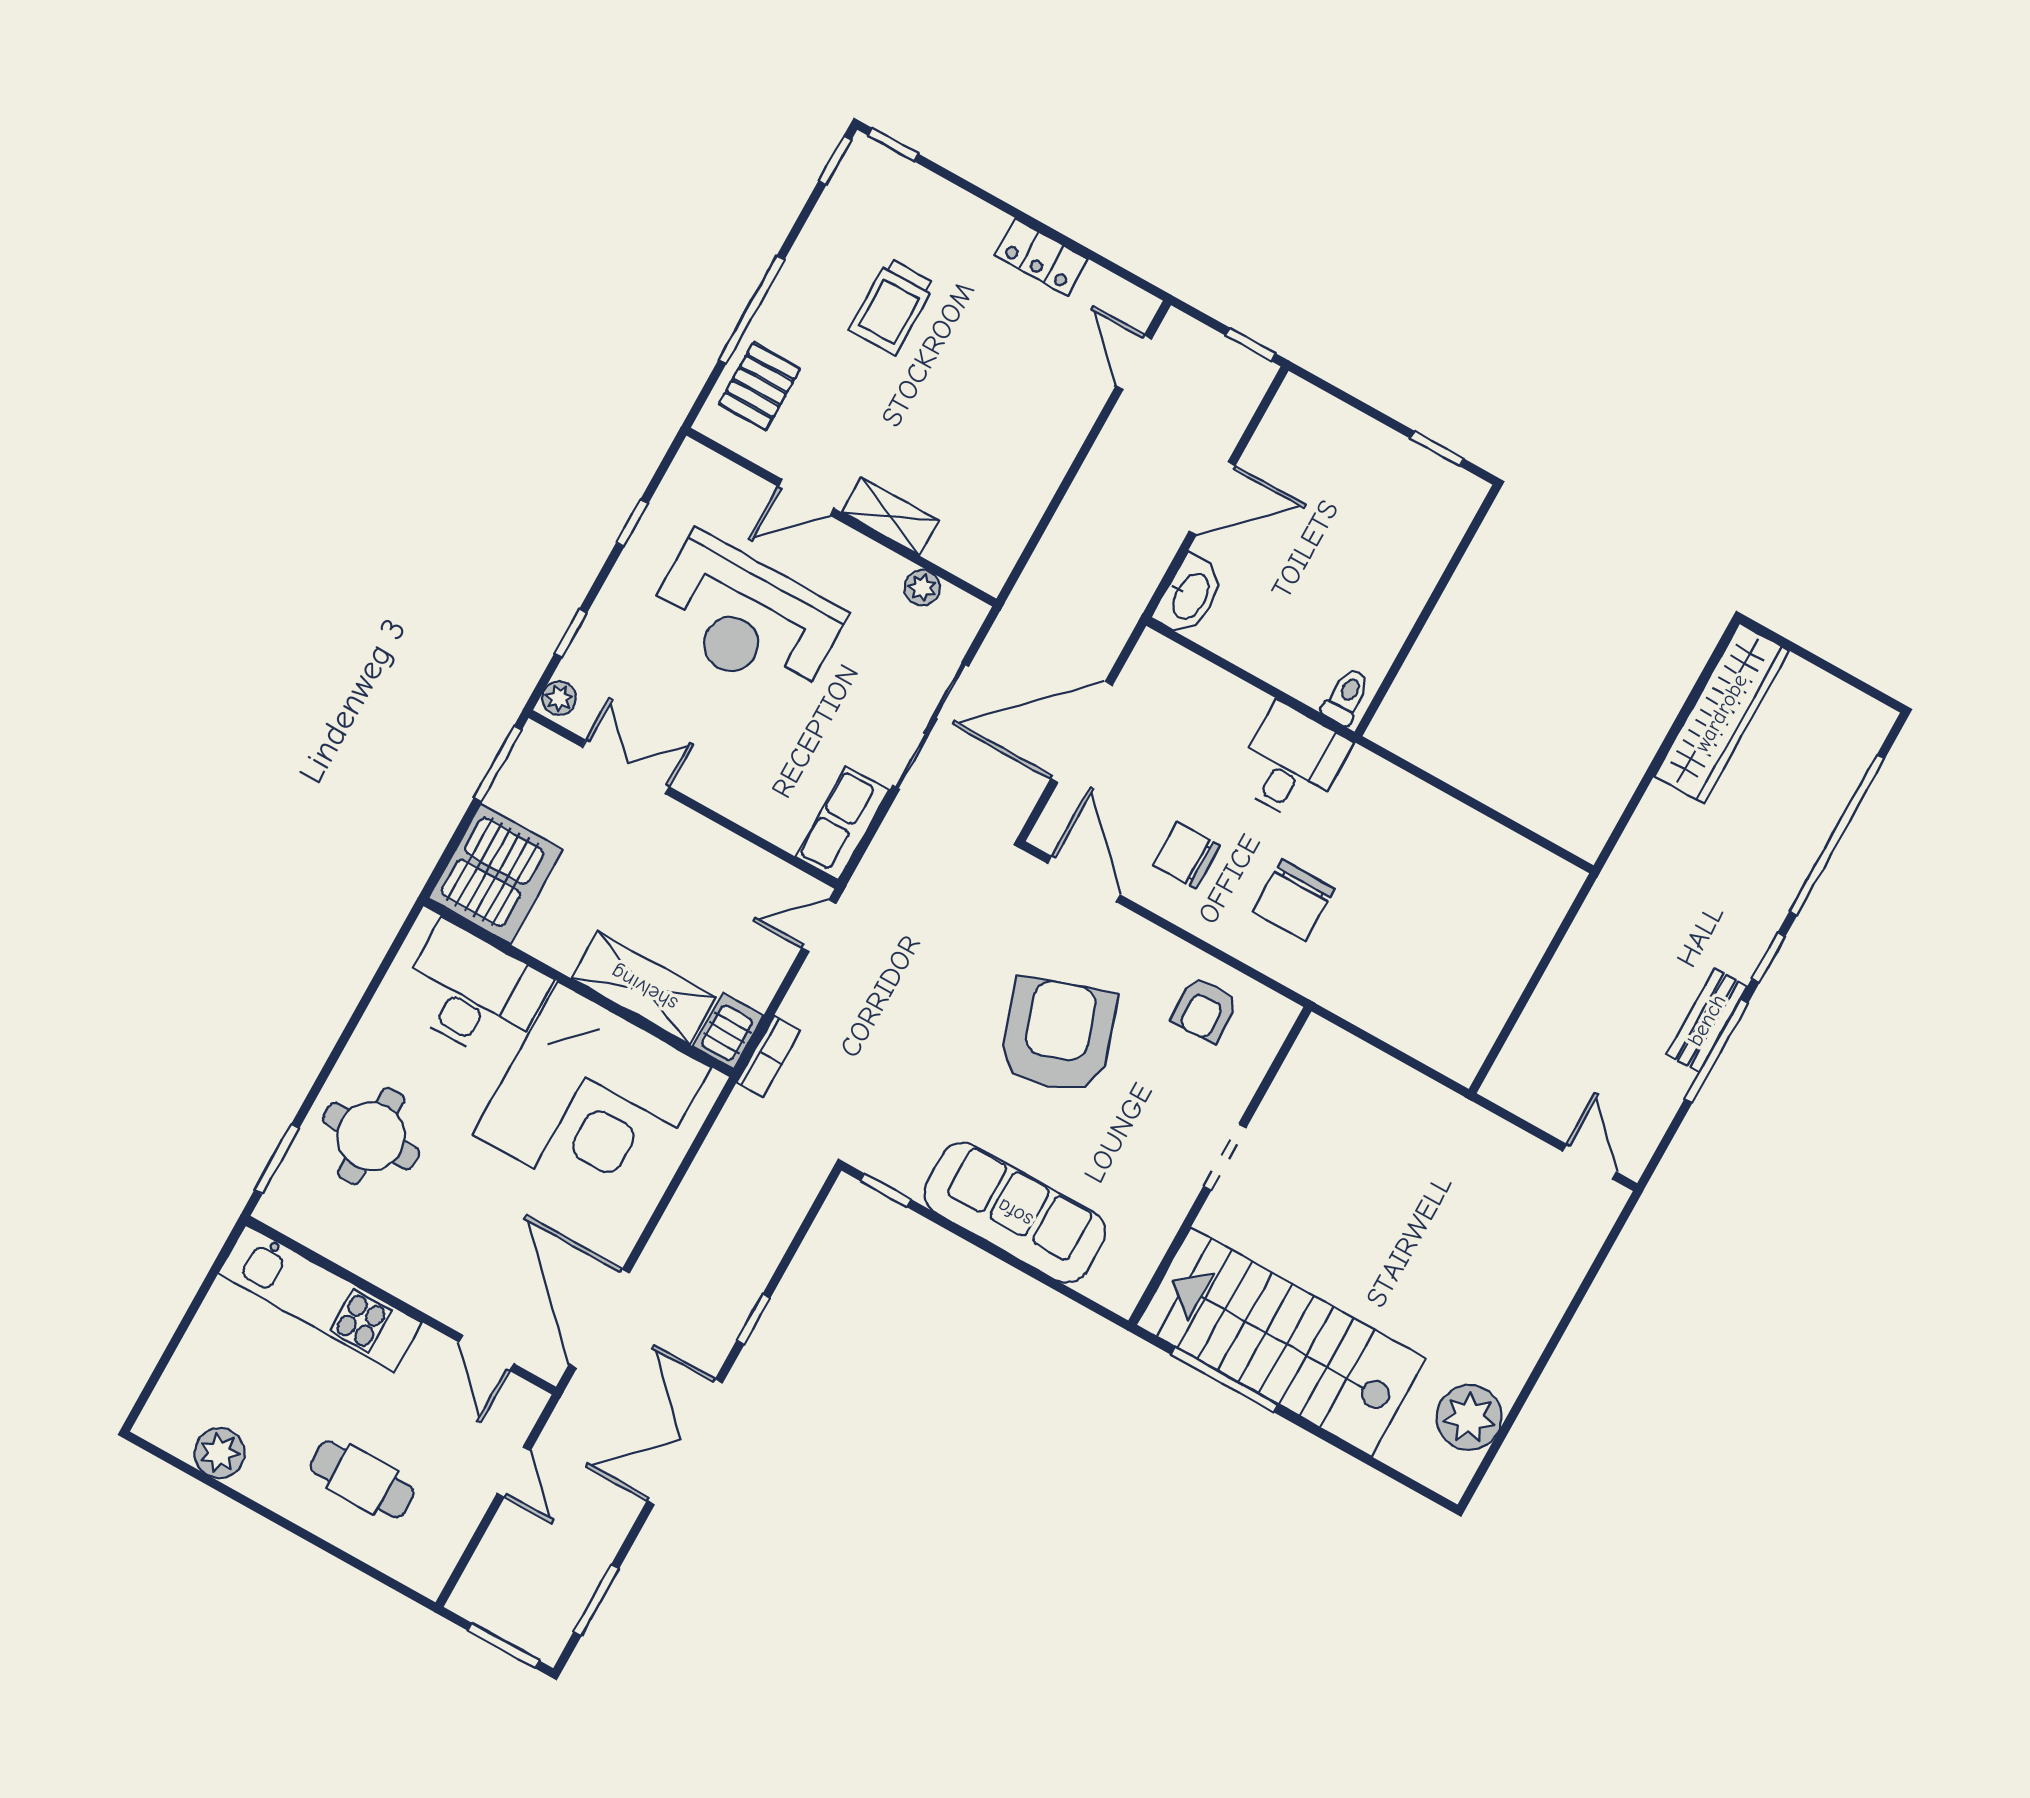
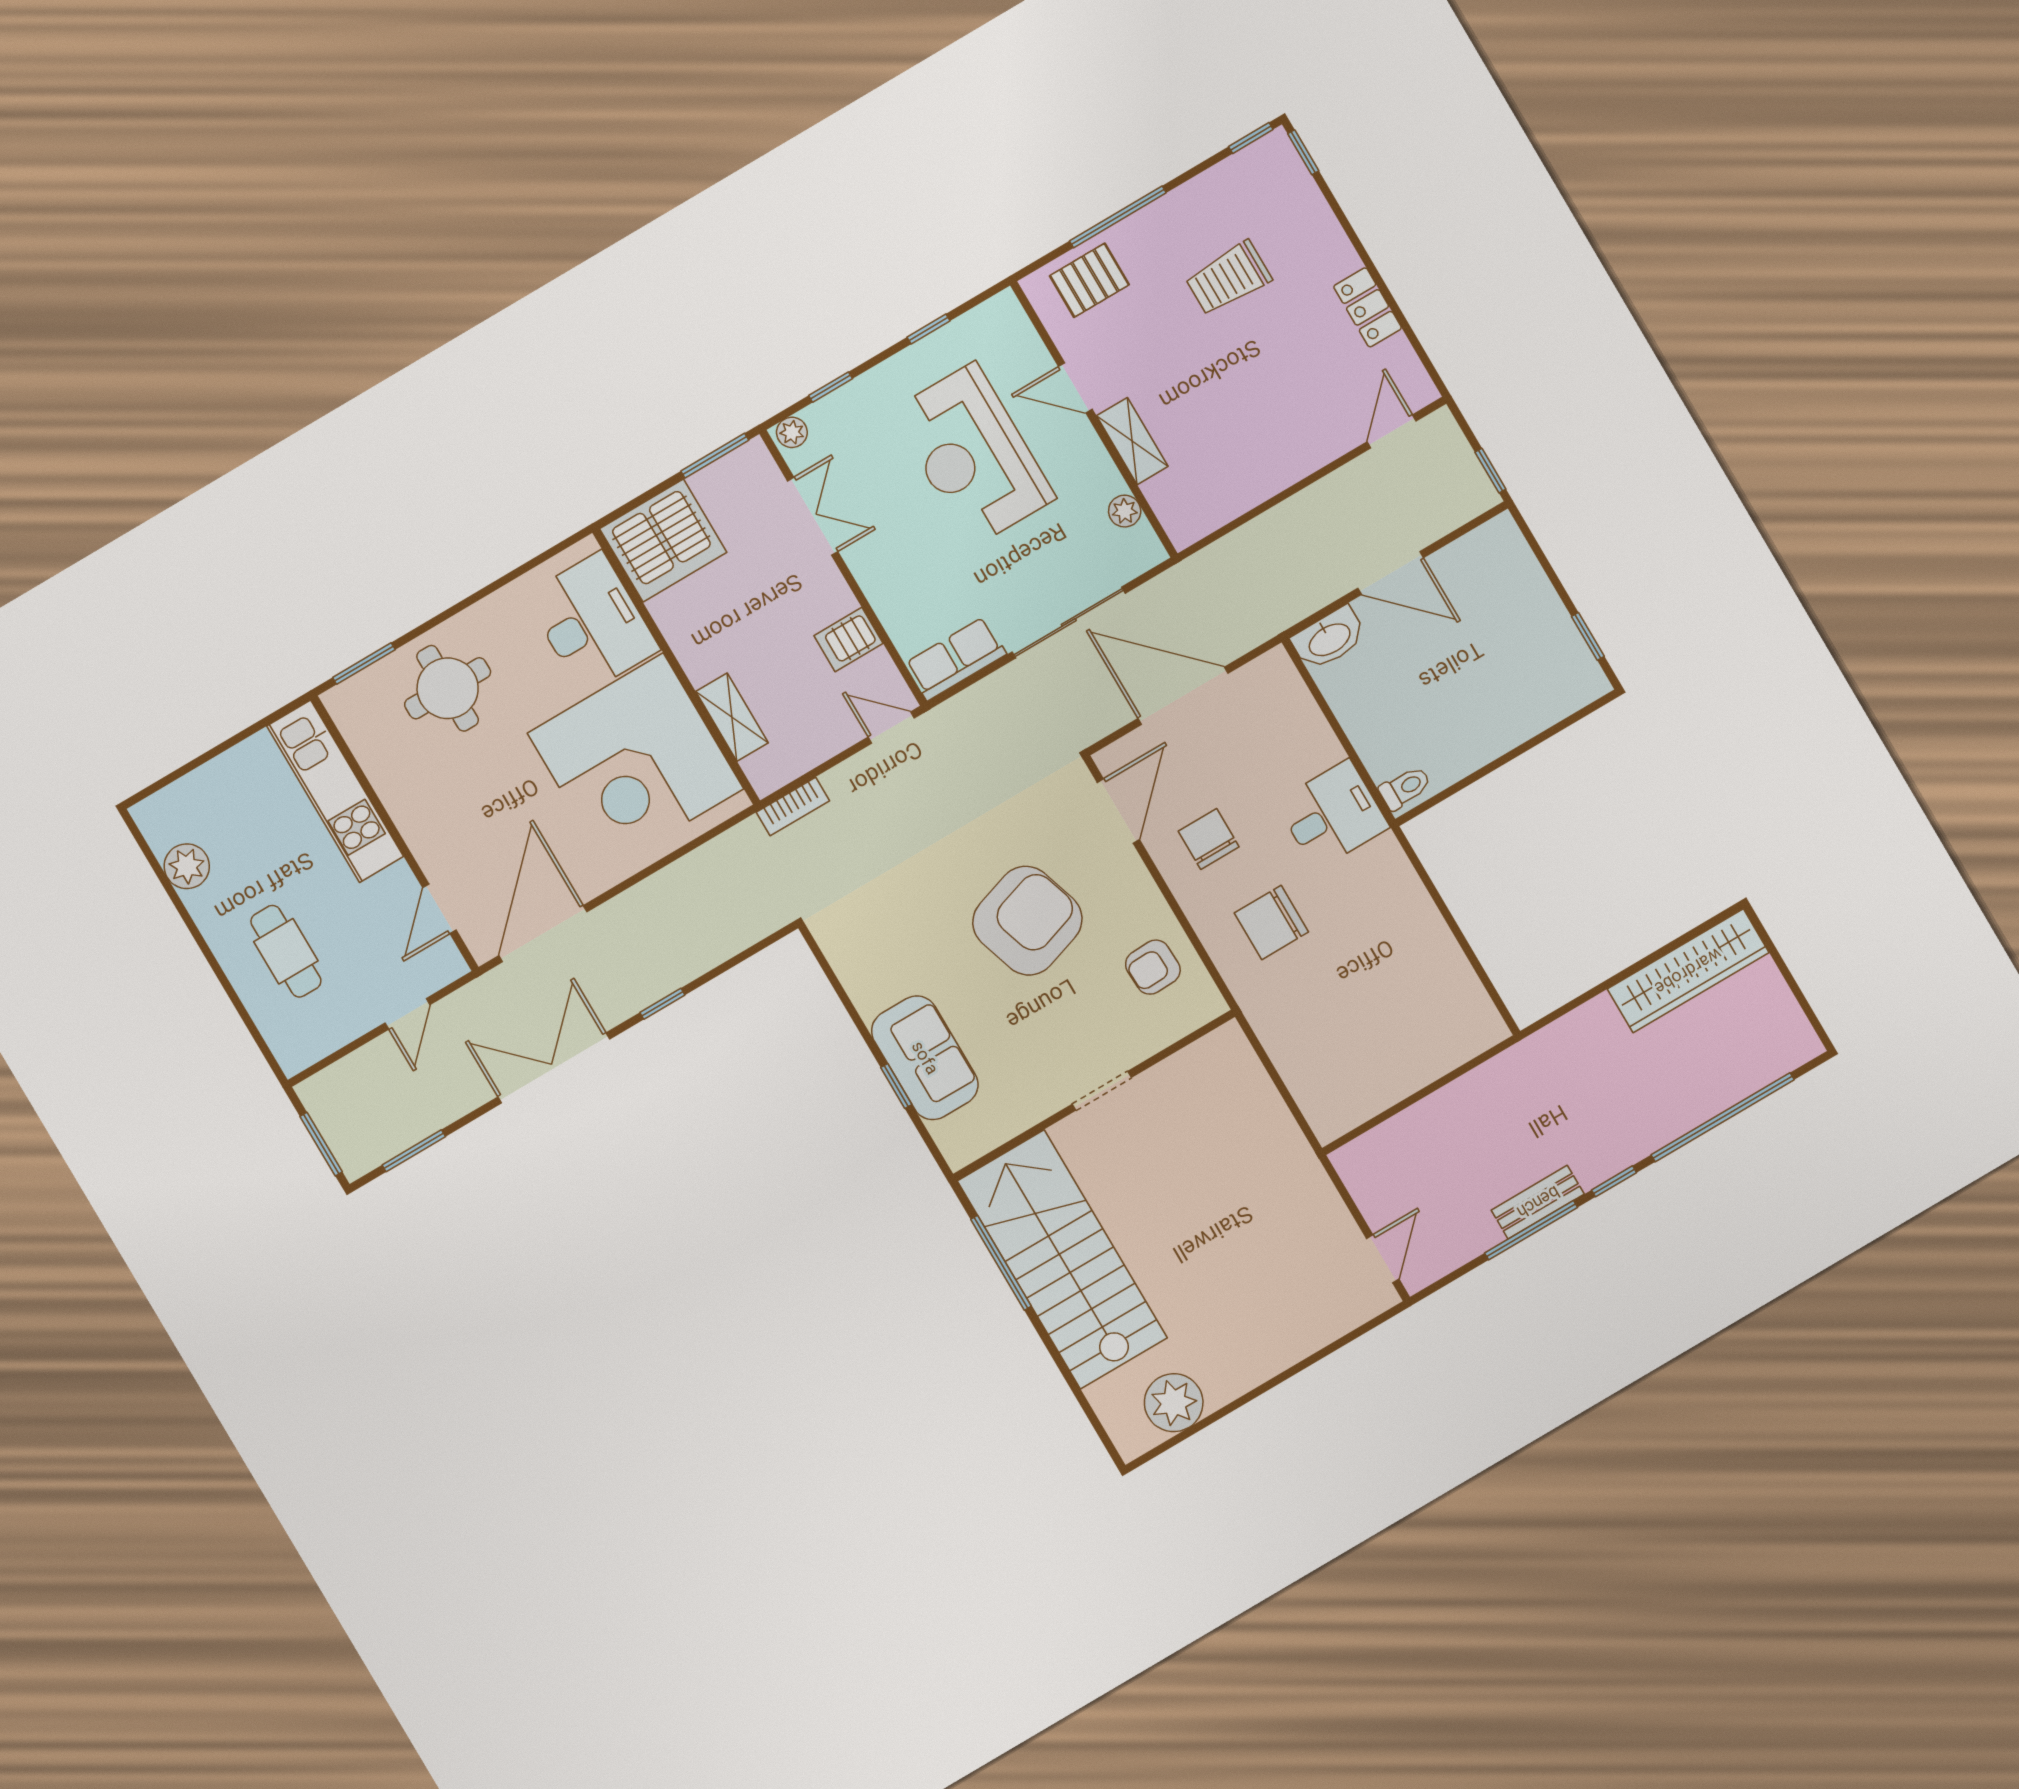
shelving: (644, 988) -> (732, 717), width x0.67, depth x0.75
server rack: (728, 1031) -> (848, 640), moved, turned 180
window: (886, 1190) -> (896, 1086), moved
sofa: (1015, 1213) -> (925, 1058), width x0.73

